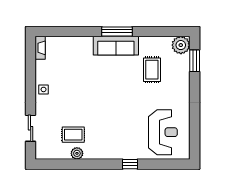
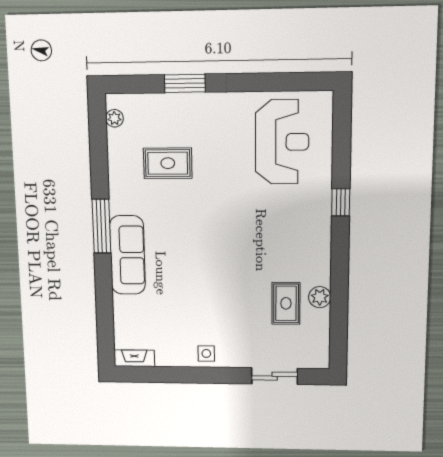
plant: (181, 45) -> (114, 118), width x0.53, depth x0.53
sofa: (116, 46) -> (127, 255), moved
window: (195, 61) -> (185, 83), moved
reception desk: (163, 132) -> (282, 142), turned 90

